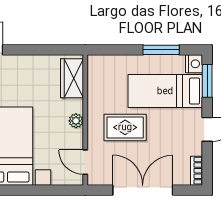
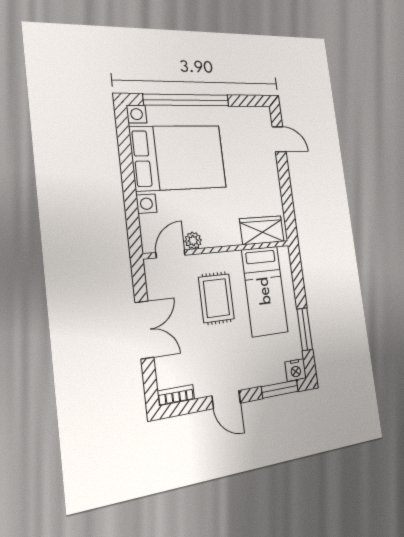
bed: (165, 91) -> (265, 291), moved, turned 180
plant: (76, 121) -> (193, 241), moved
double door: (143, 190) -> (144, 330), width x0.73

